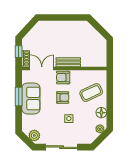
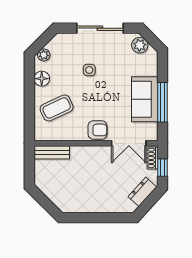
dresser: (32, 35) -> (142, 192), added
bench: (68, 62) -> (52, 152), moved
window: (19, 96) -> (163, 102), width x1.44
armchair: (63, 97) -> (98, 101), removed

